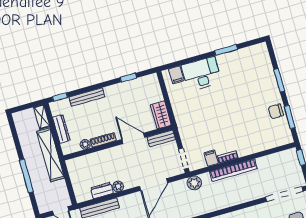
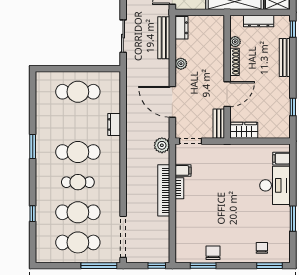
chair: (260, 70) -> (262, 248), added
window: (279, 80) -> (270, 266), moved
dresser: (102, 191) -> (181, 28), moved

